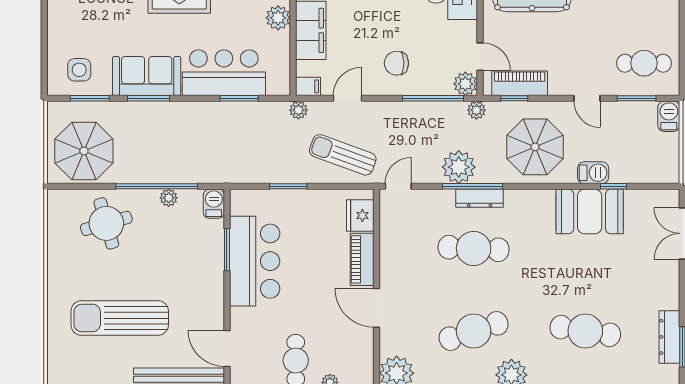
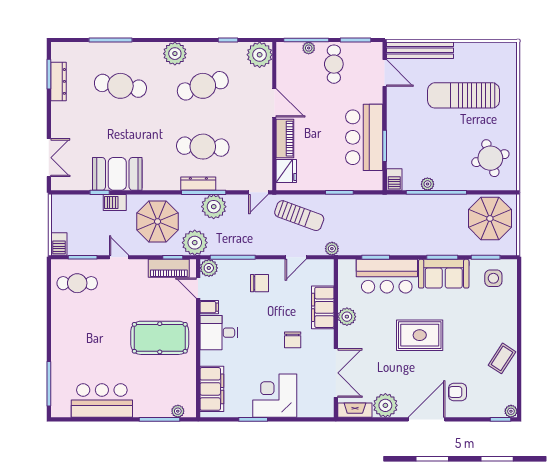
filing cabinet: (308, 86) -> (209, 307), moved, turned 180
plant: (476, 110) -> (195, 243), width x1.87, depth x1.87
round table: (106, 223) -> (490, 158), moved
sun lounger: (120, 318) -> (464, 95), turned 180

